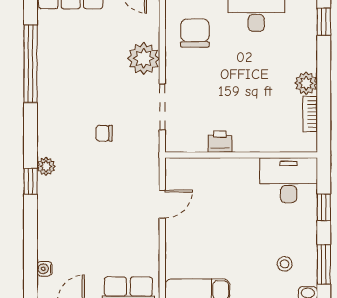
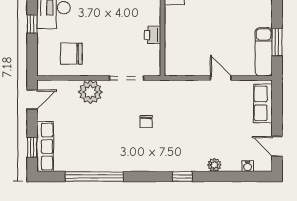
plant: (46, 166) -> (214, 165), moved
door: (162, 204) -> (221, 78), moved

